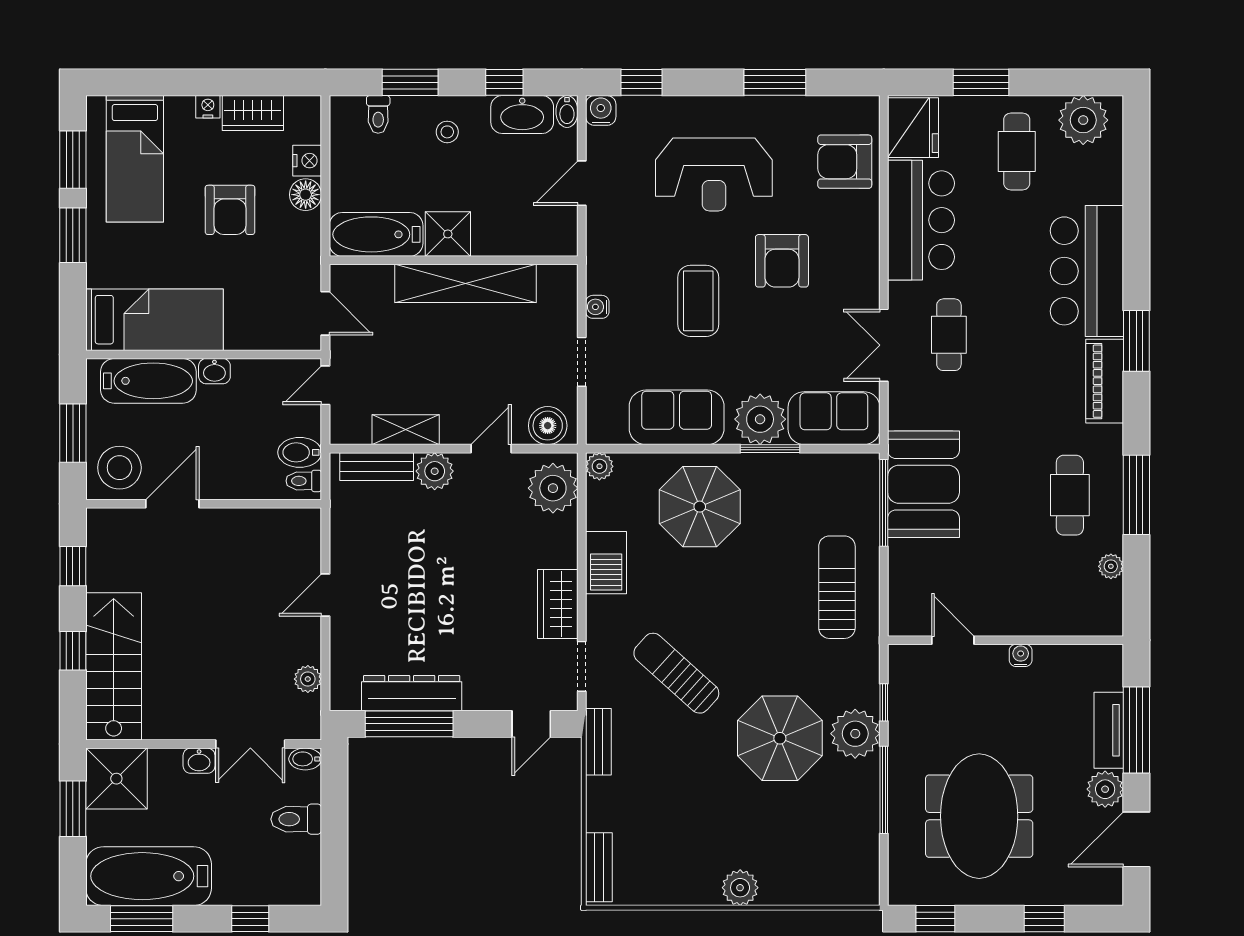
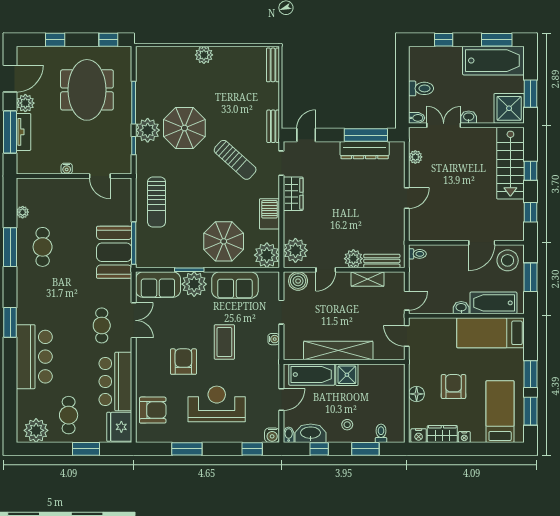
nightstand: (307, 161) -> (419, 436), moved, turned -90
bathtub: (376, 234) -> (312, 375), moved
piano: (1105, 381) -> (26, 303), removed
bidet: (300, 452) -> (419, 268), removed
plant: (599, 466) -> (267, 255), width x1.87, depth x1.87

